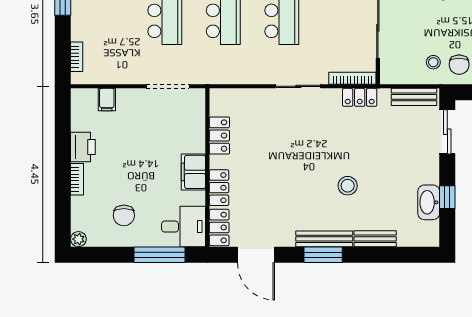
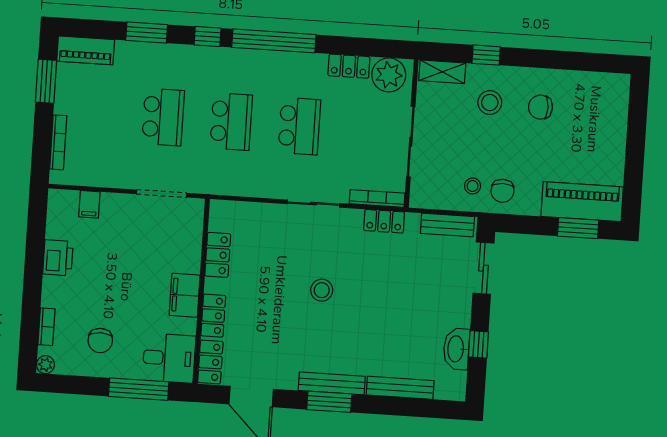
bookcase: (77, 57) -> (58, 142), width x1.56
bookcase: (77, 179) -> (46, 327), moved
stool: (348, 186) -> (322, 290), moved
bench: (375, 239) -> (400, 388), width x1.36

